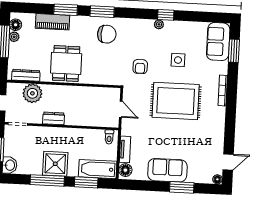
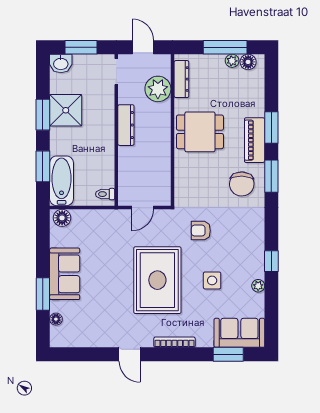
piano: (53, 22) -> (255, 140), moved
plant: (159, 24) -> (258, 286), moved
dresser: (54, 118) -> (126, 125), width x1.44
tv unit: (125, 149) -> (90, 216), removed
door: (228, 162) -> (130, 354), moved
shower: (55, 164) -> (66, 110), moved
floor lamp: (217, 179) -> (56, 319), moved
window: (47, 180) -> (43, 115), width x0.69

